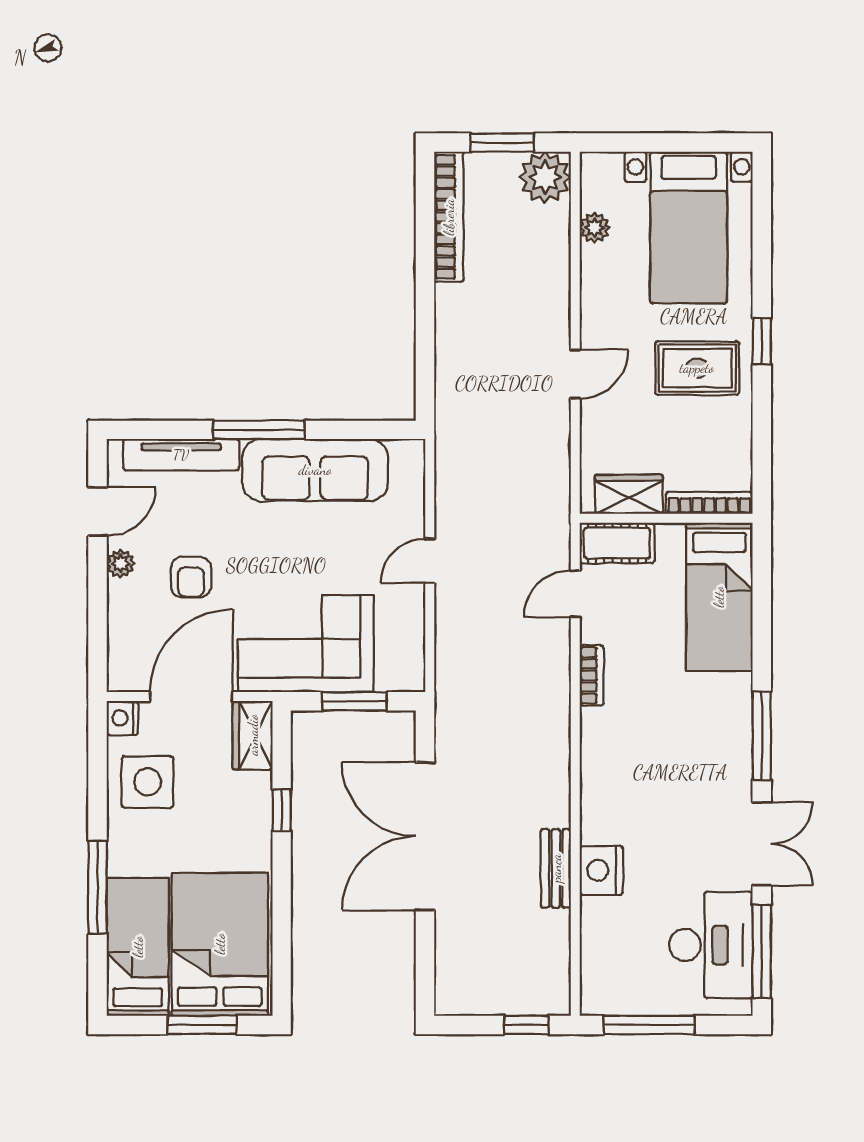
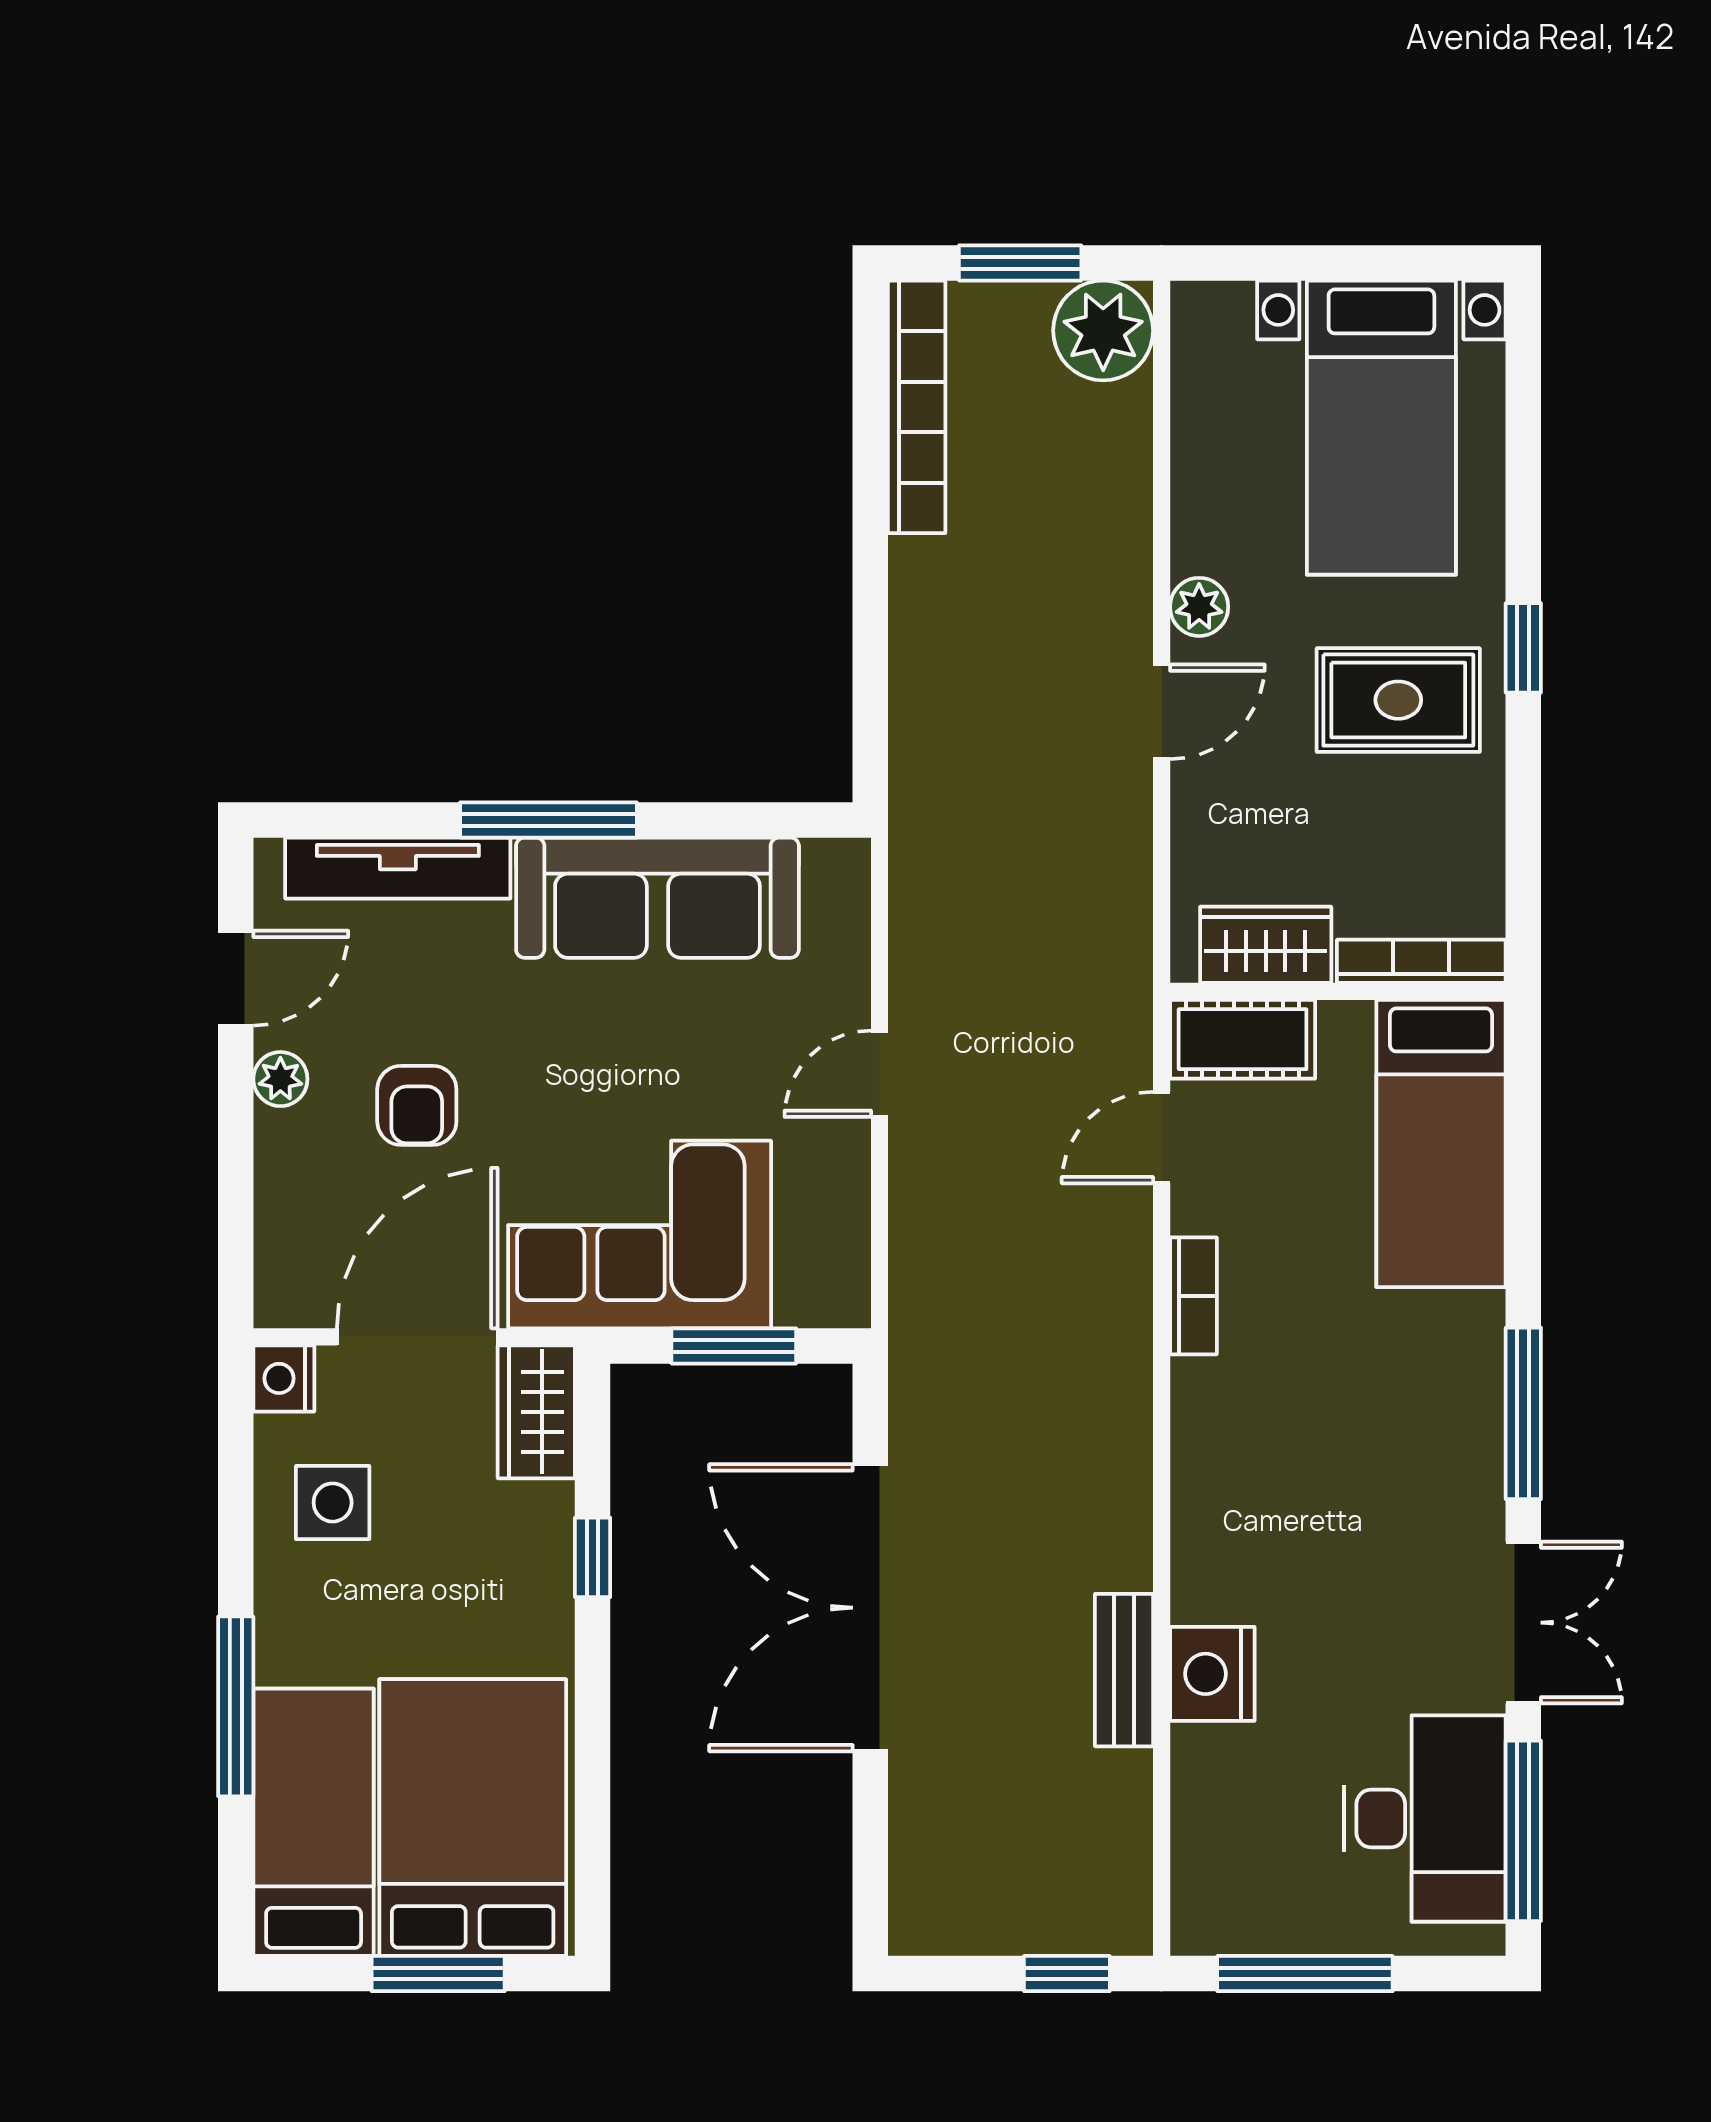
plant: (595, 228) -> (1199, 607), moved
side table: (148, 782) -> (333, 1502), width x0.73, depth x0.73

